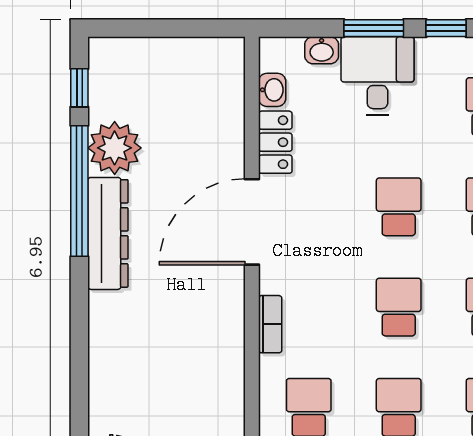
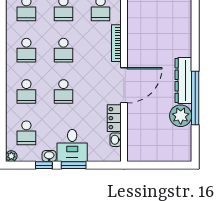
washbasin: (322, 50) -> (49, 156), moved
window: (79, 88) -> (195, 141), removed
bookcase: (270, 324) -> (116, 43), width x1.56

